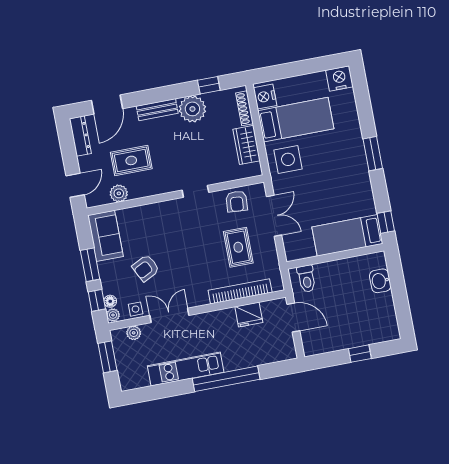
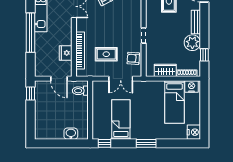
side table: (288, 159) -> (152, 93), removed
bed: (347, 235) -> (121, 119), moved
door: (293, 317) -> (59, 79), hinge flipped
window: (360, 354) -> (30, 94), moved

